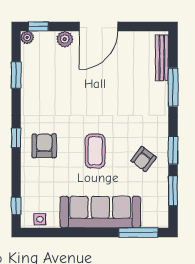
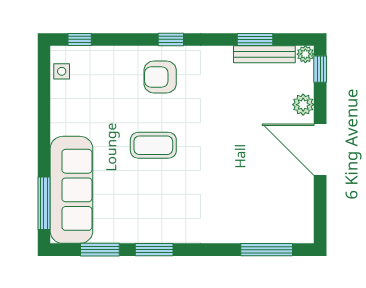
bench: (162, 58) -> (264, 54), moved
window: (173, 87) -> (267, 250), moved
armchair: (44, 146) -> (160, 77), turned 180
armchair: (144, 159) -> (143, 210), removed
sofa: (100, 212) -> (71, 190), moved

